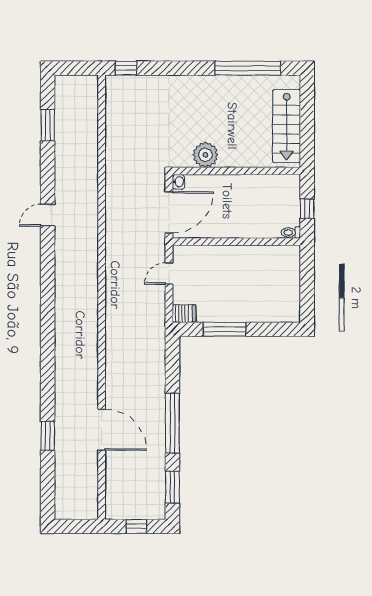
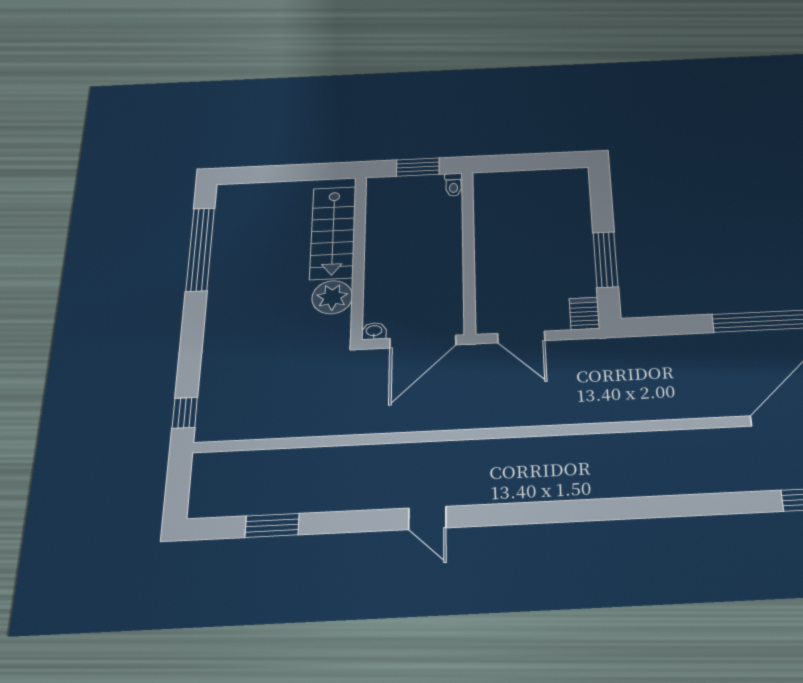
stairs: (287, 126) -> (333, 233), moved, turned 90
window: (307, 209) -> (418, 167), width x1.50
door: (169, 212) -> (423, 342), swing flipped
door: (169, 274) -> (521, 337), width x1.38

